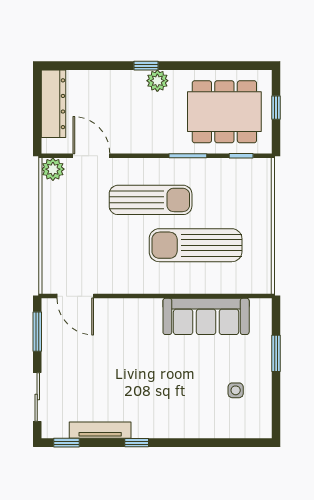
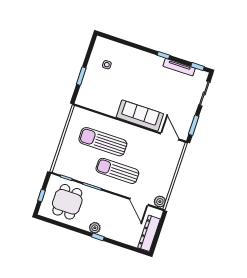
dining table: (224, 112) -> (67, 202), width x0.73
sun lounger: (196, 245) -> (103, 142), turned 180
sofa: (206, 316) -> (140, 116), moved

